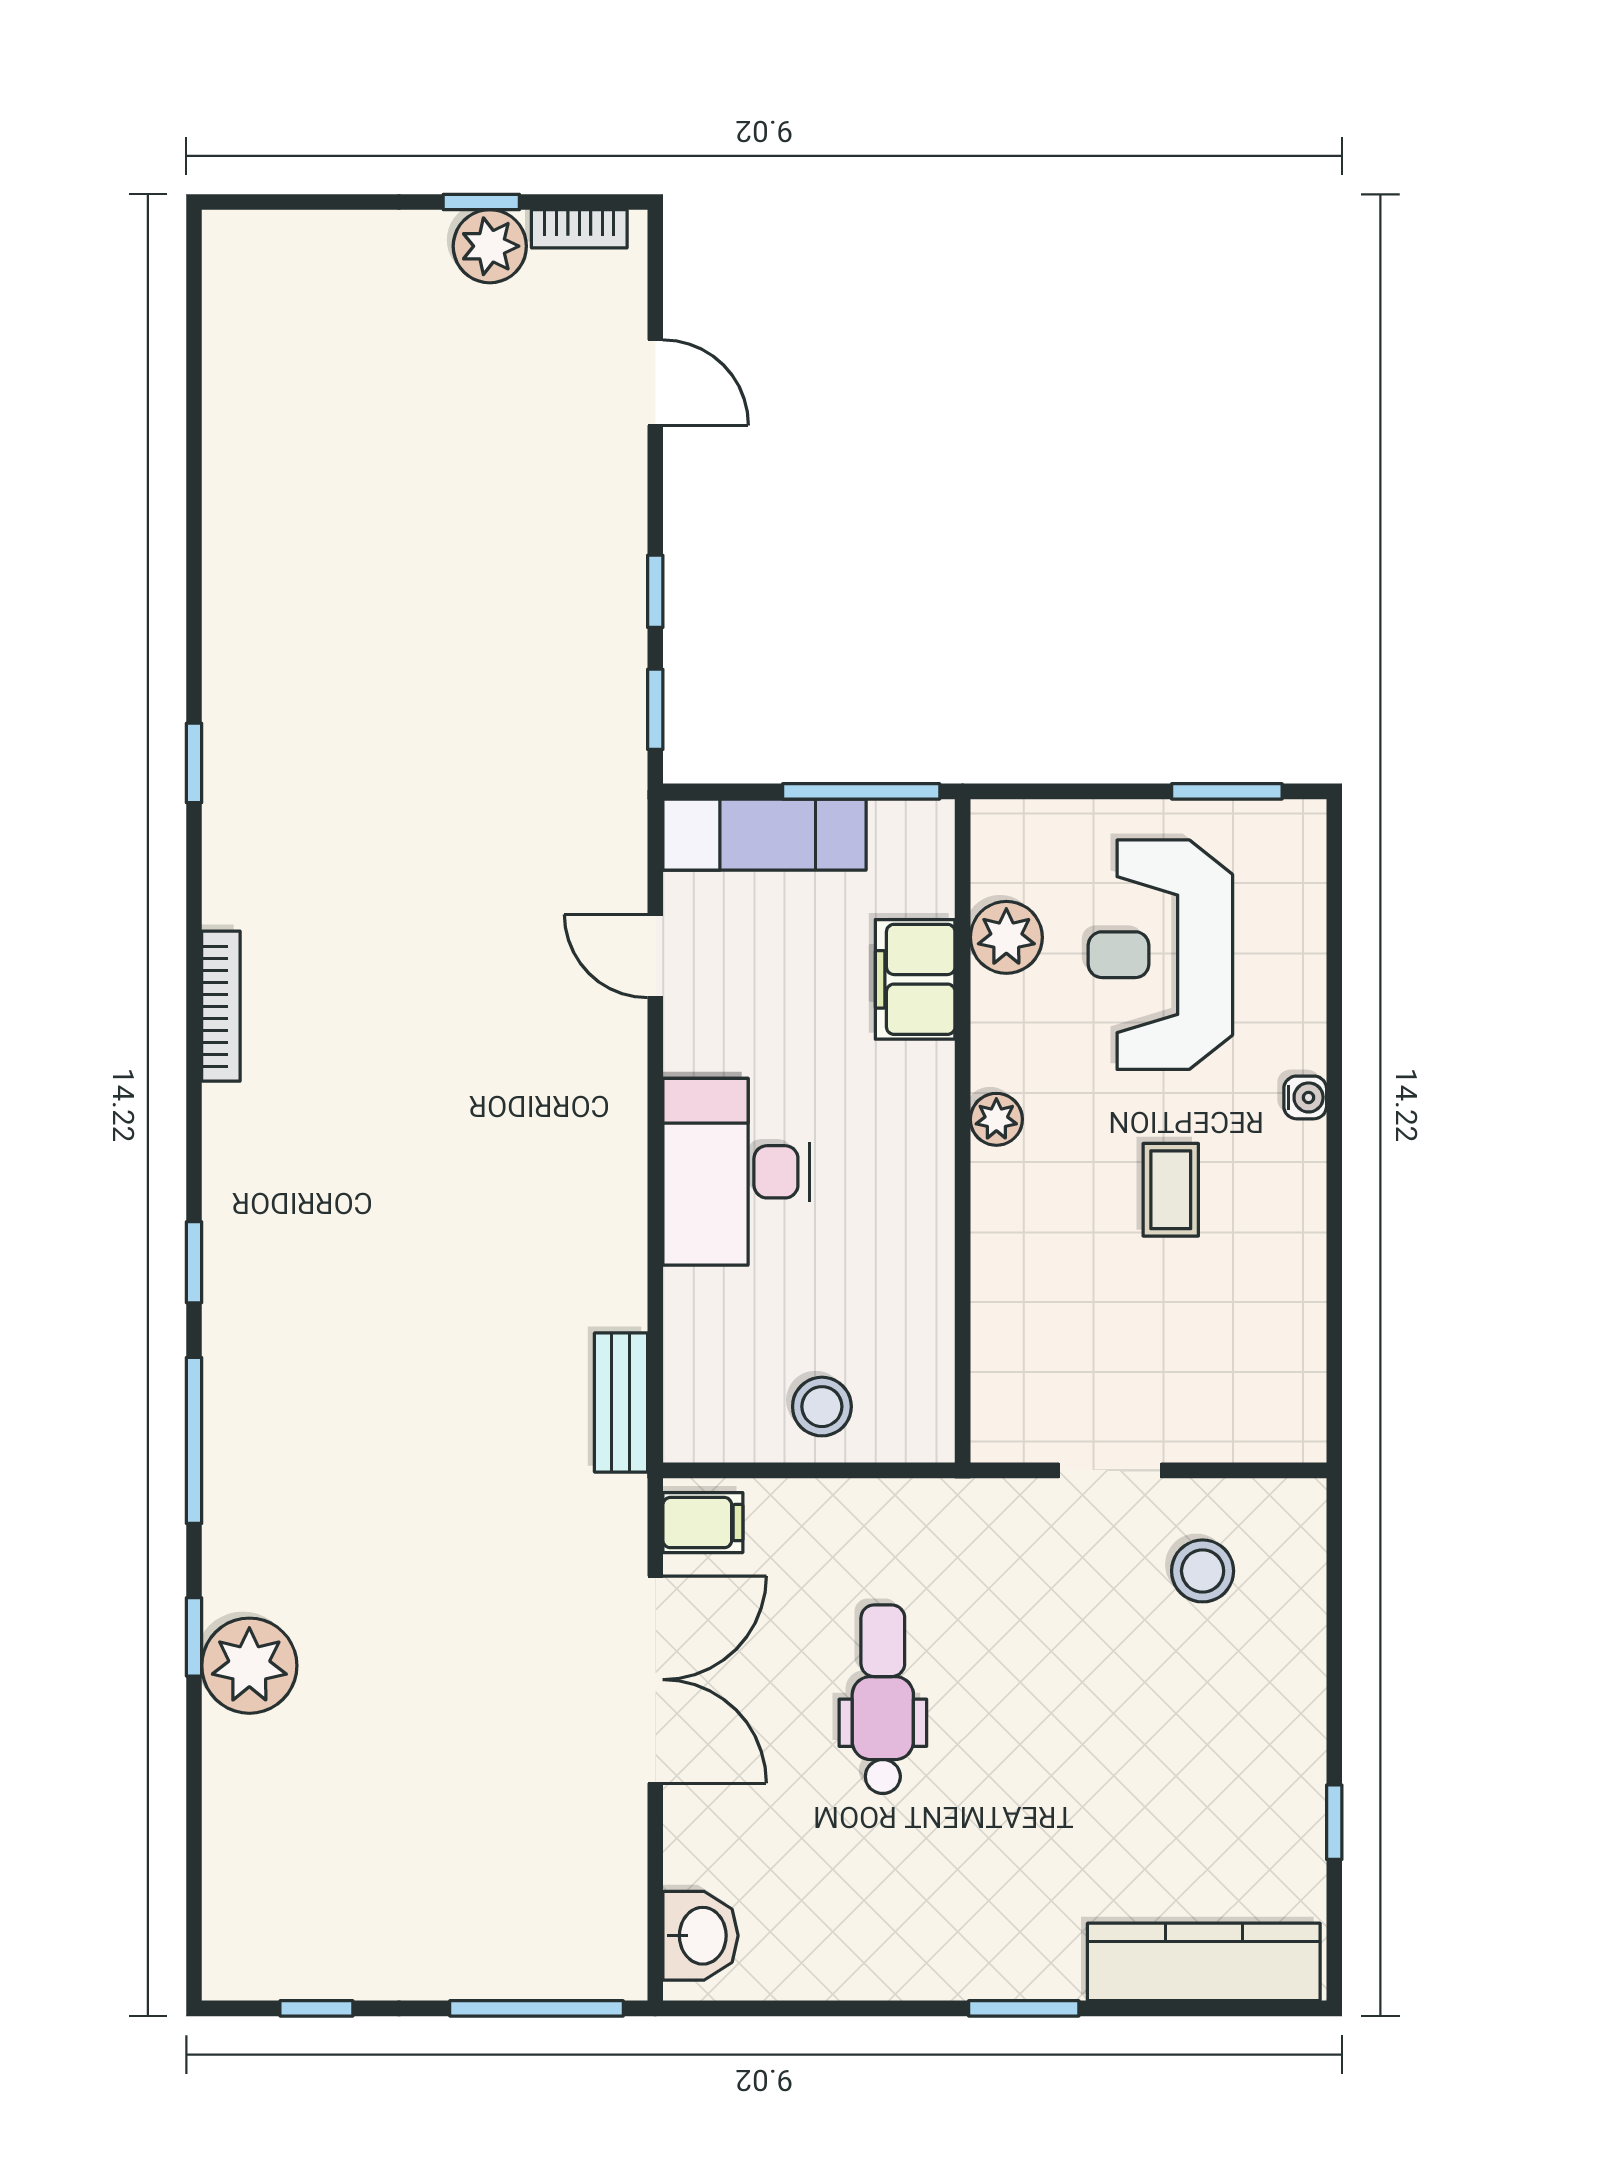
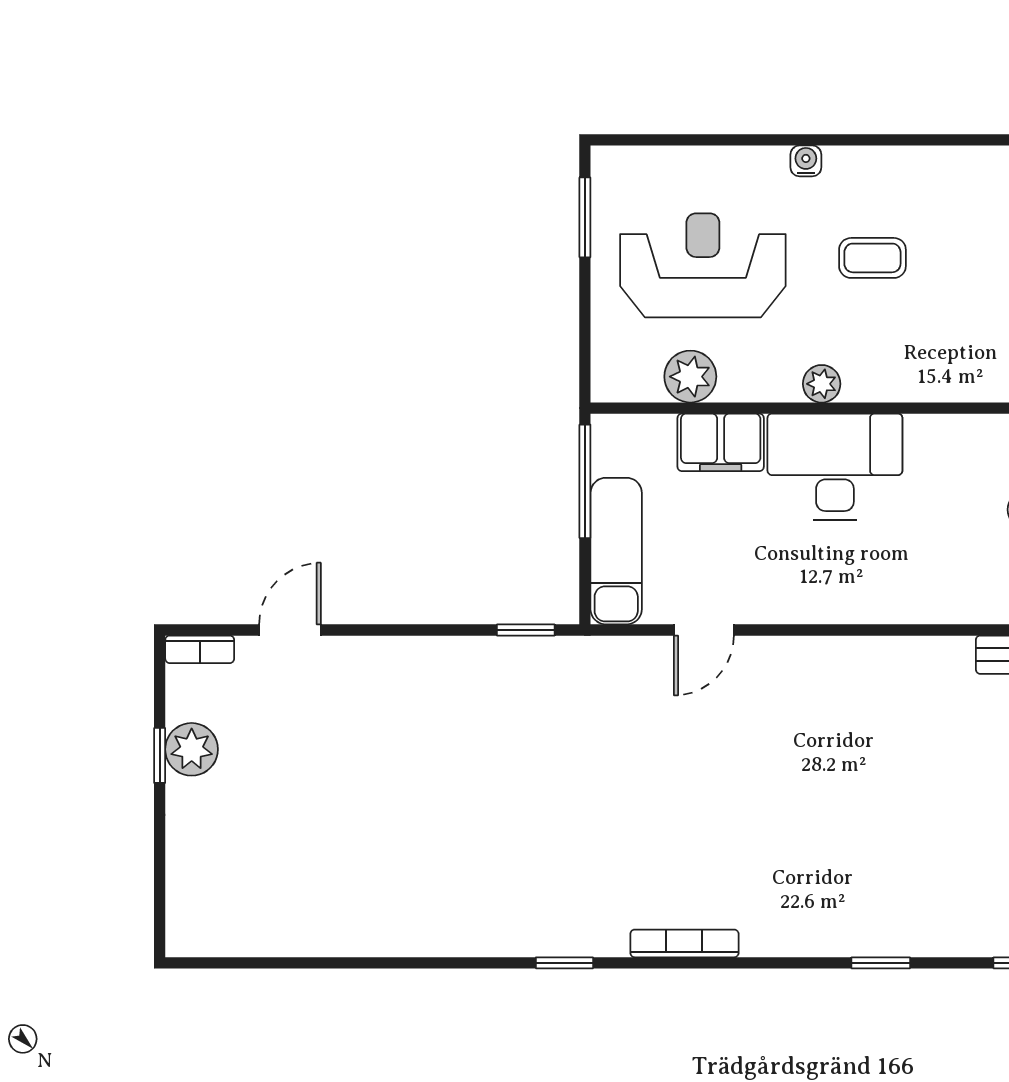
bookcase: (579, 229) -> (200, 649), moved, turned 90
window: (655, 591) -> (441, 630), removed
reception desk: (1160, 955) -> (703, 265), turned 180
bookcase: (221, 1006) -> (684, 943), moved
desk: (736, 1172) -> (835, 467), moved, turned 180
window: (194, 1262) -> (881, 963), moved

